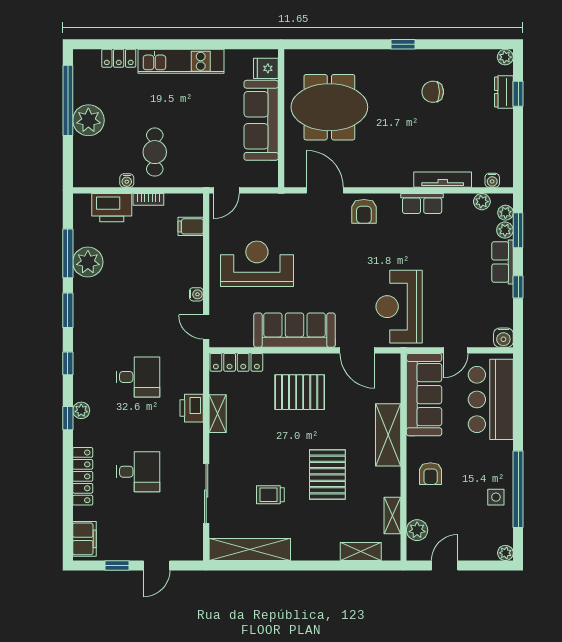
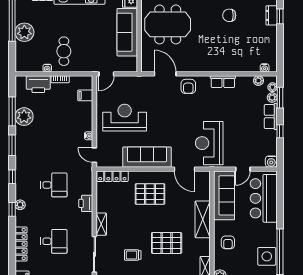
tv unit: (443, 180) -> (235, 68), removed
shelving: (218, 414) -> (101, 224), moved
pallet: (327, 474) -> (167, 243), turned 90
side table: (496, 497) -> (267, 256), width x1.87, depth x1.87

